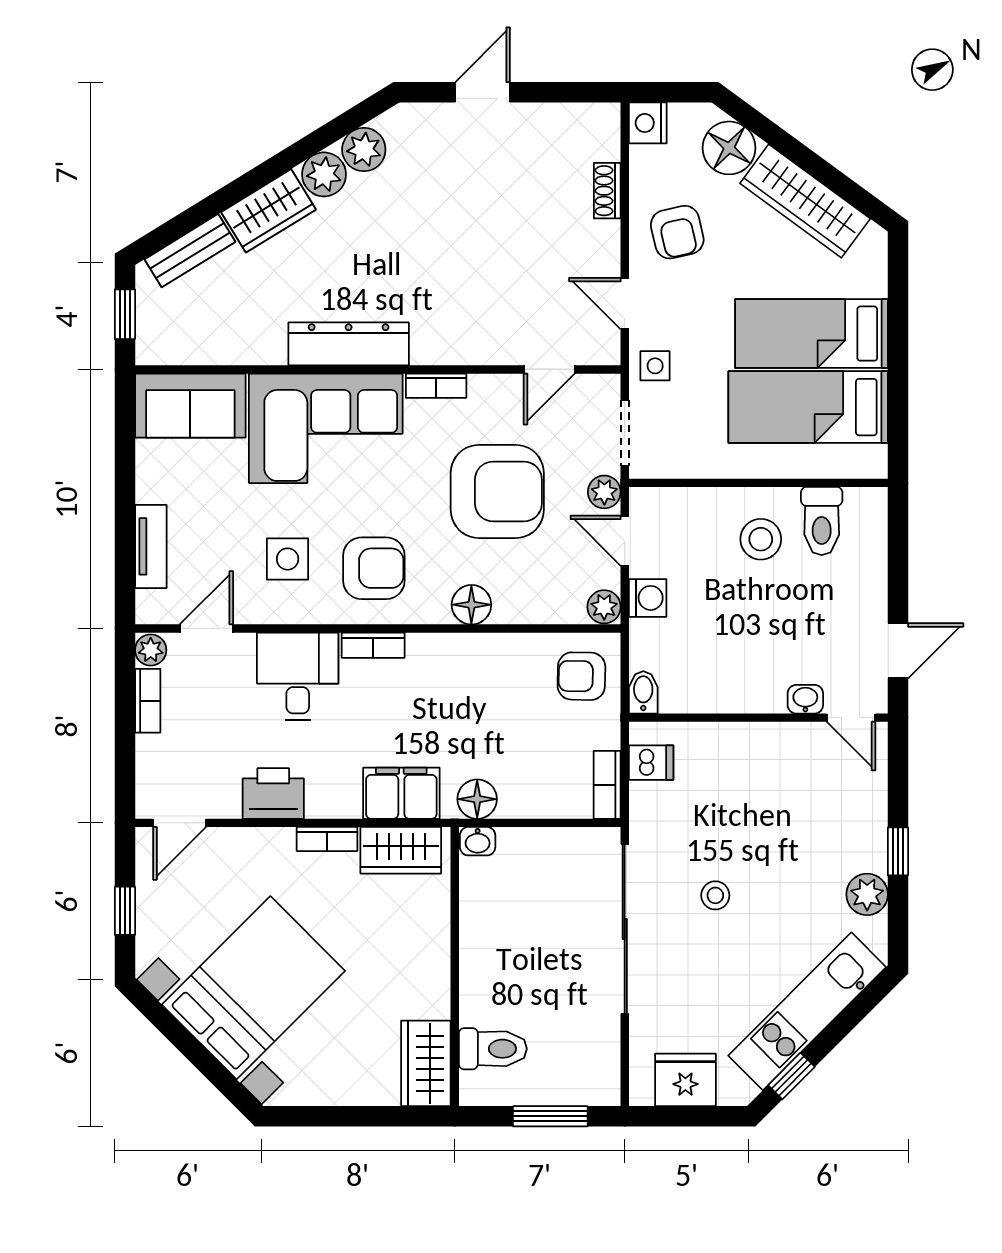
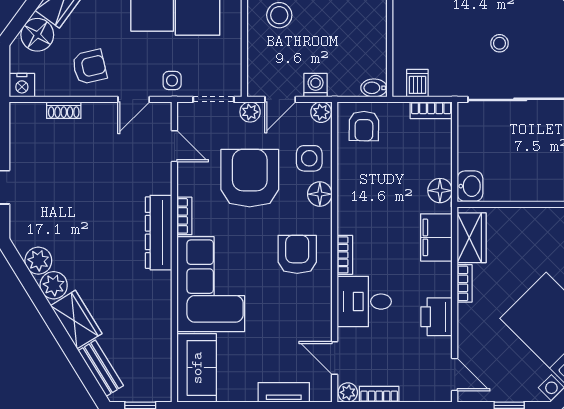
dresser: (349, 344) -> (159, 233), moved
side table: (288, 559) -> (309, 158), moved
washbasin: (478, 841) -> (470, 186), width x1.38, depth x1.45

